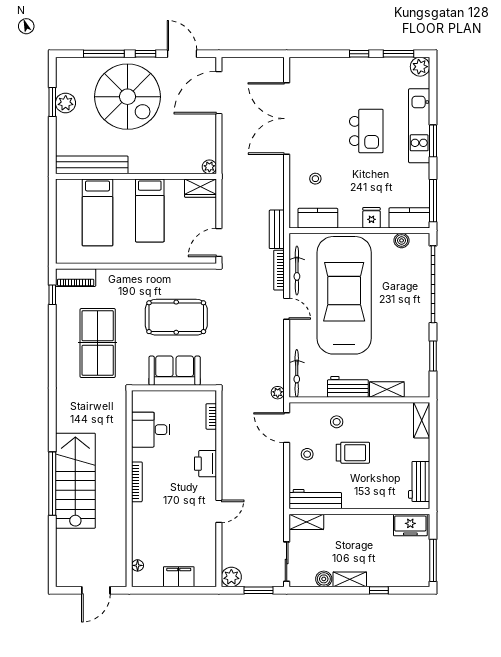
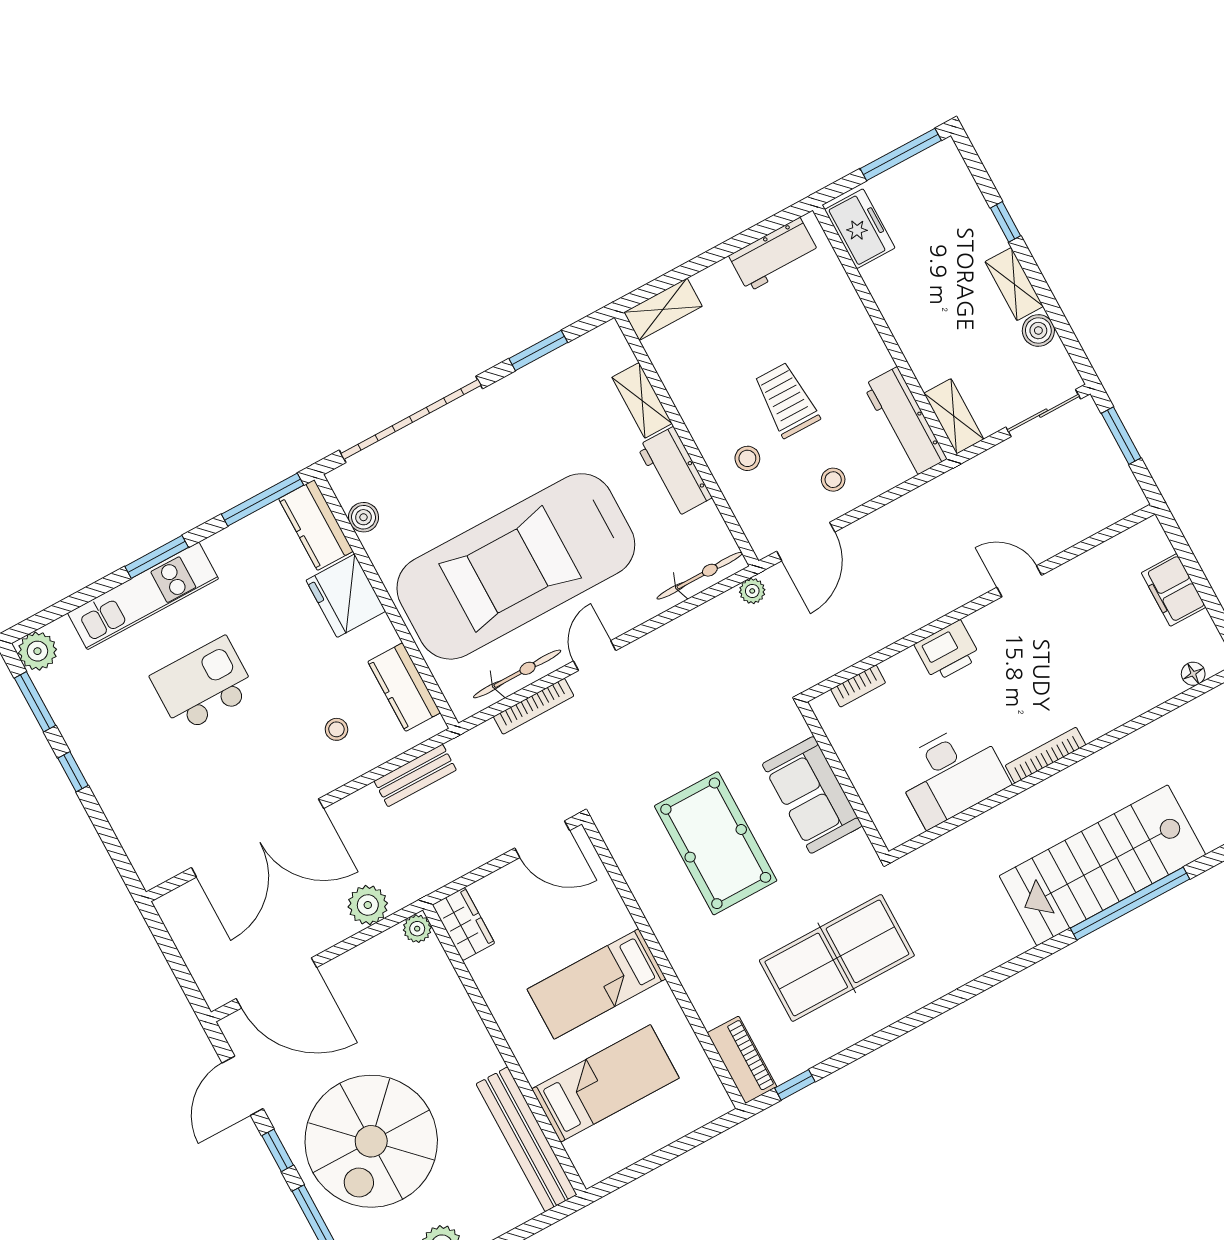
spiral stairs: (128, 97) -> (371, 1141), turned 180
bed: (150, 210) -> (596, 984), moved, turned 180
fridge: (371, 218) -> (346, 596), width x1.88, depth x1.34
bench: (277, 229) -> (415, 775), moved
desk: (151, 430) -> (951, 774), width x1.37
plant: (231, 577) -> (368, 905), moved

